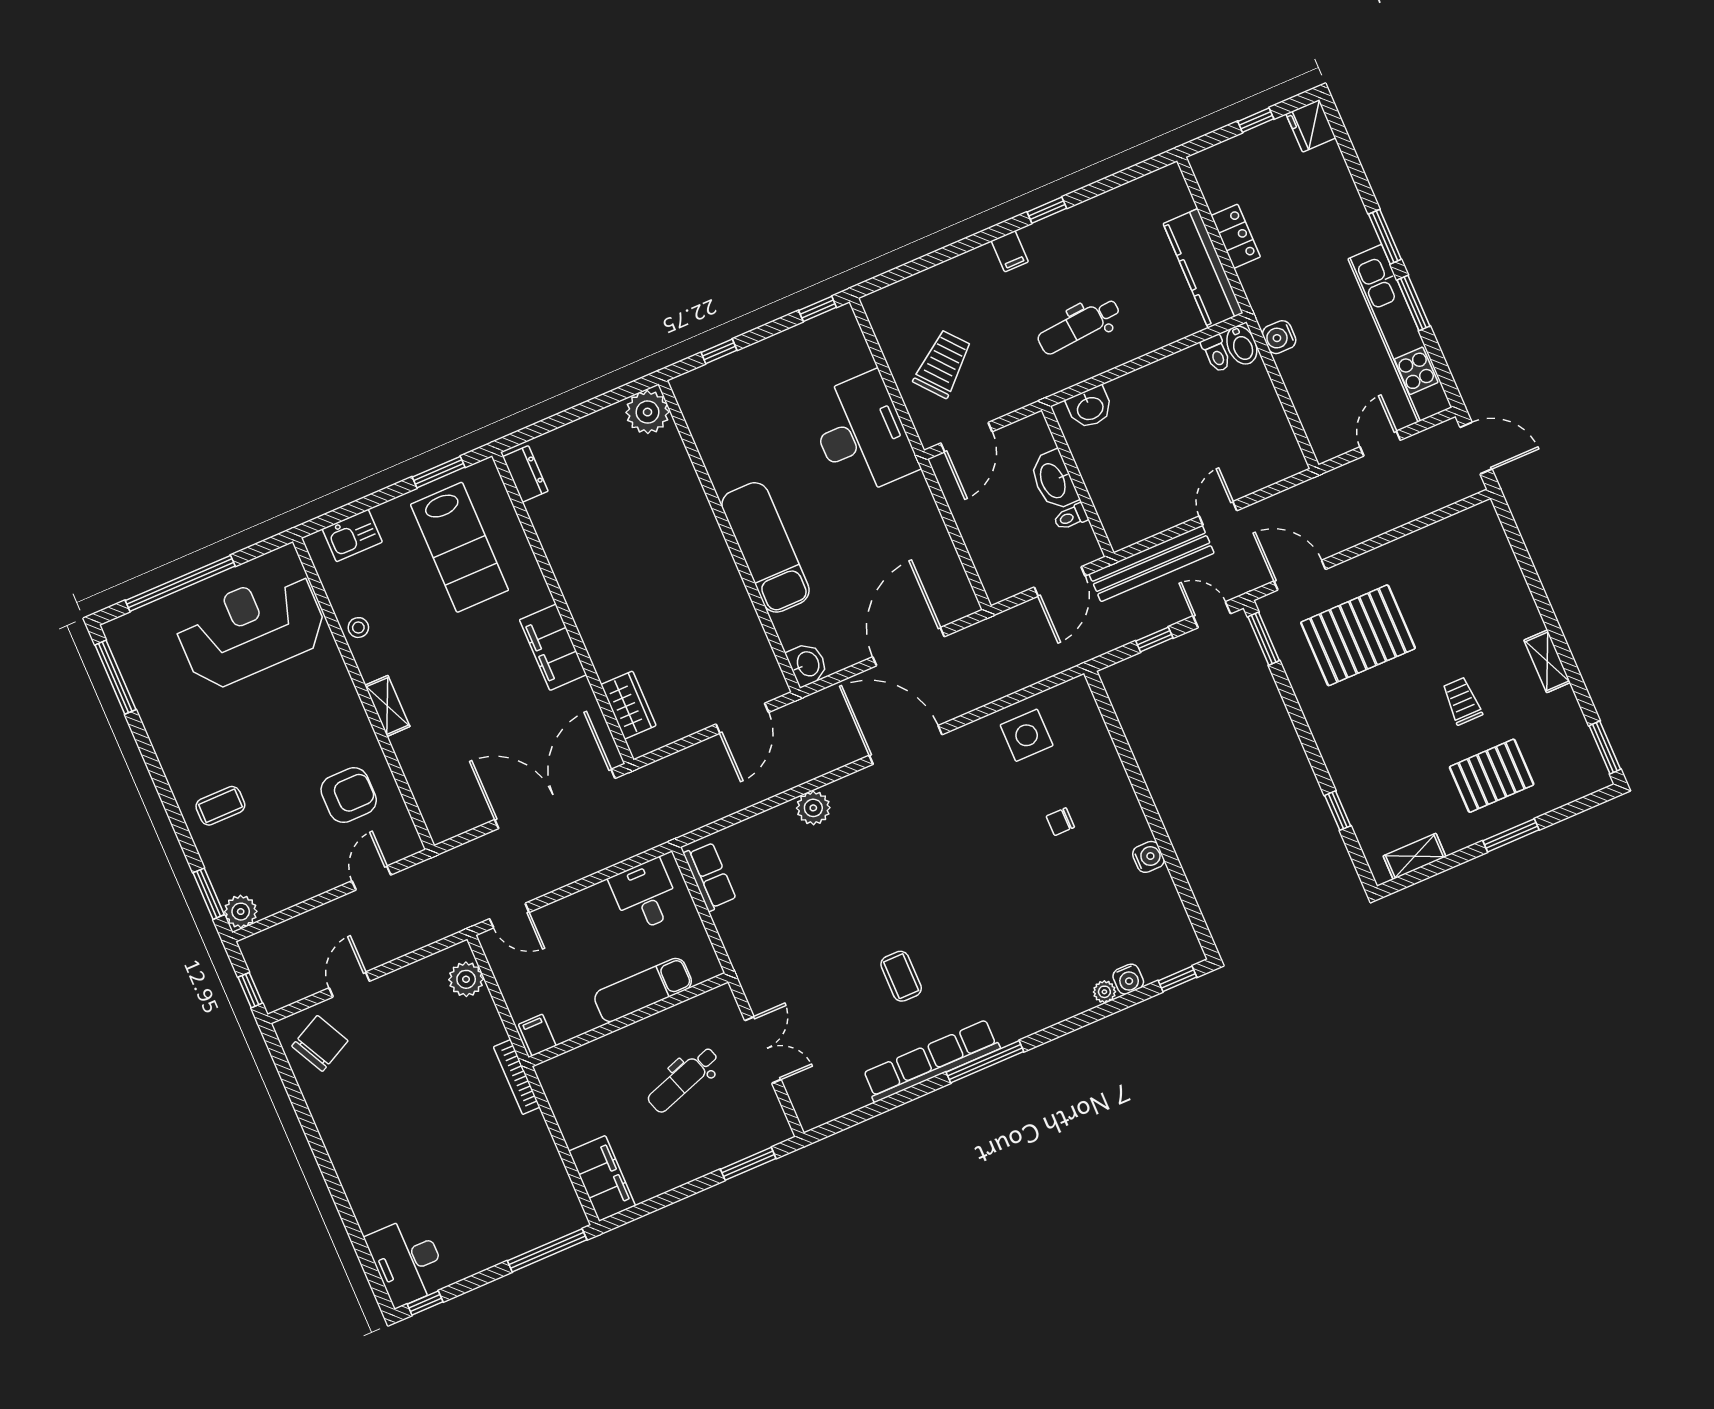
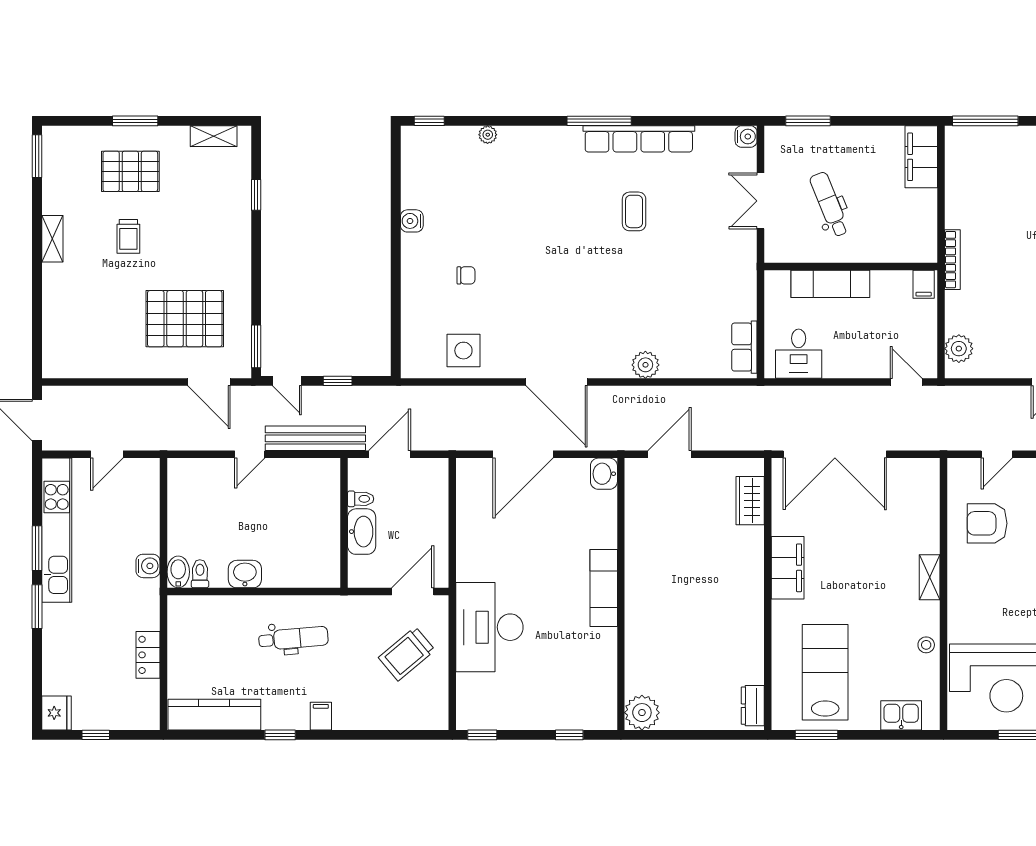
kitchen counter: (1203, 268) -> (214, 715), moved, turned -90
washbasin: (1090, 408) -> (245, 574), moved
exam couch: (765, 547) -> (604, 588), width x0.73, depth x0.69
water cooler: (1128, 979) -> (746, 137), moved, turned 90
dental chair: (683, 1079) -> (829, 204), turned -93

